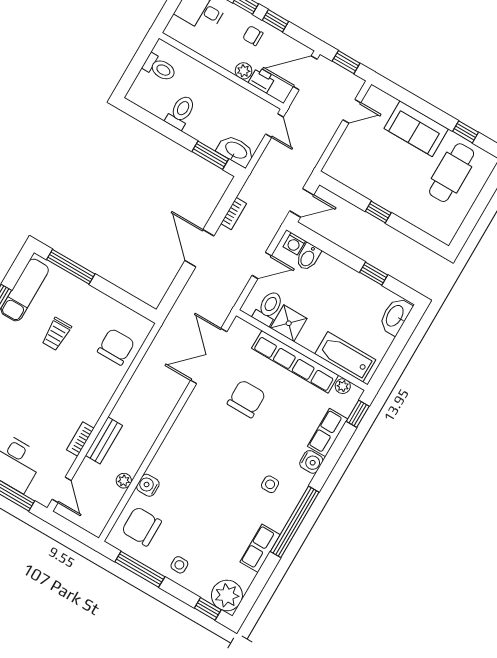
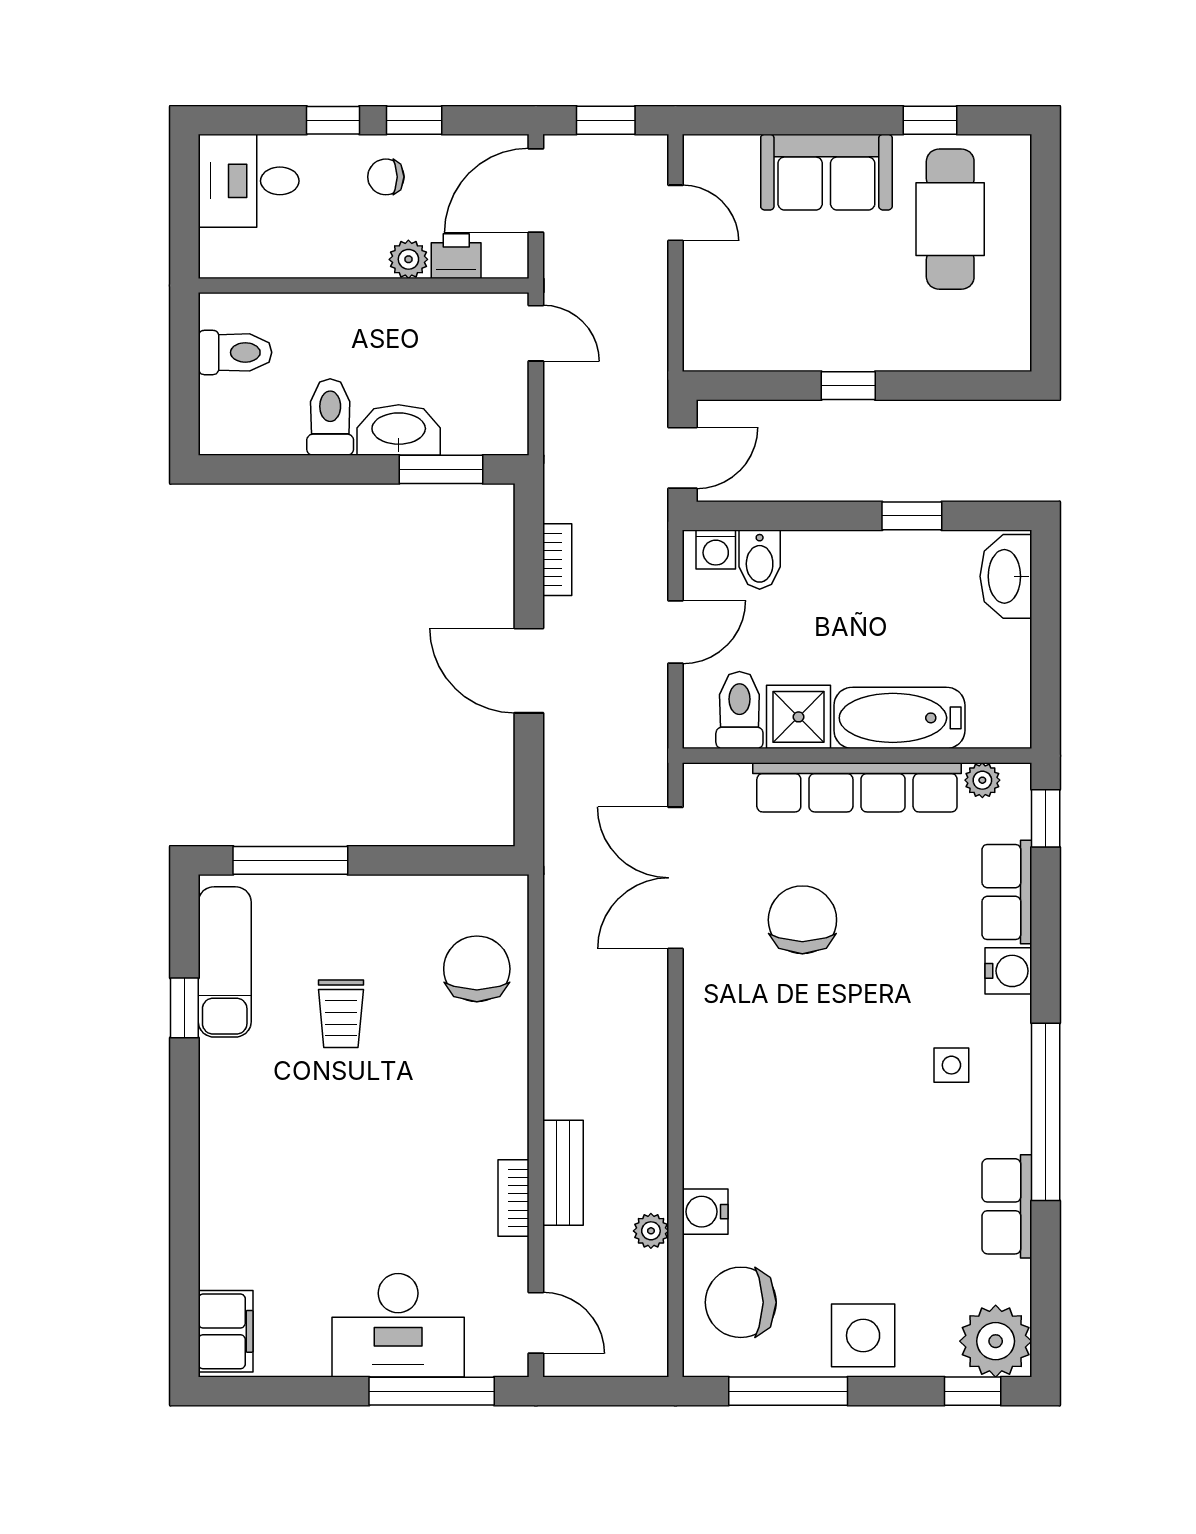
door: (352, 111) -> (676, 213), hinge flipped
washbasin: (236, 151) -> (399, 430), moved
bathtub: (345, 357) -> (899, 718), moved
side table: (179, 565) -> (863, 1335), width x1.87, depth x1.87

